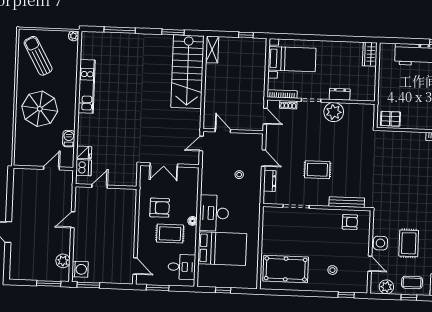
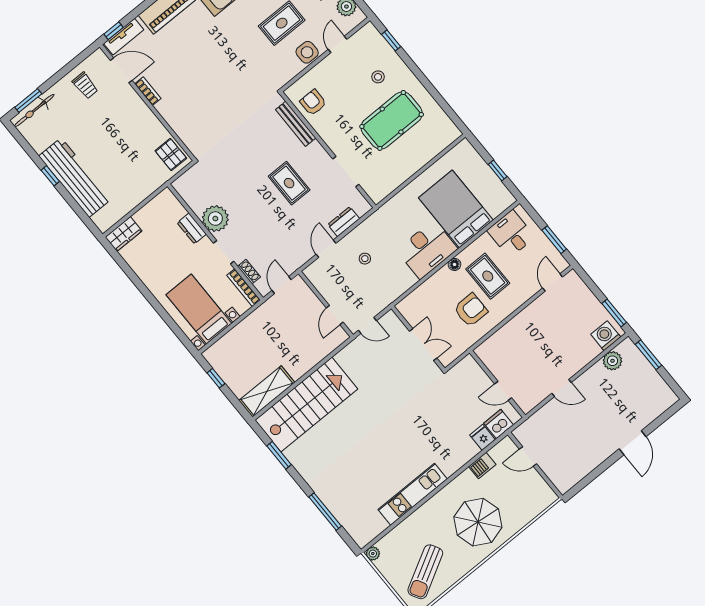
shelving: (212, 50) -> (267, 391), width x1.50, depth x1.33
armchair: (160, 208) -> (471, 310), turned 90
pool table: (286, 269) -> (392, 120), moved, turned 90

